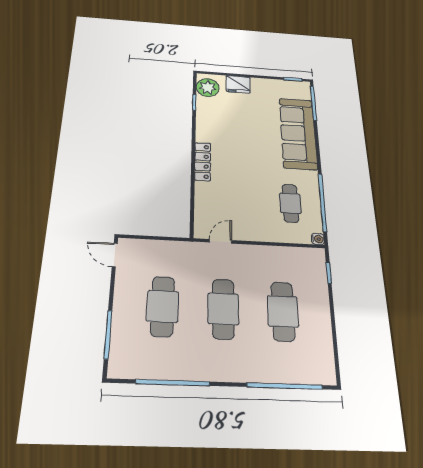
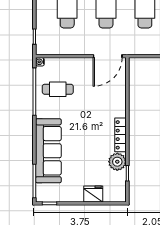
plant: (208, 88) -> (117, 162), moved
locker: (203, 162) -> (120, 135), moved
cafe table: (290, 203) -> (58, 89), turned 90
door: (221, 241) -> (108, 56), width x1.87

